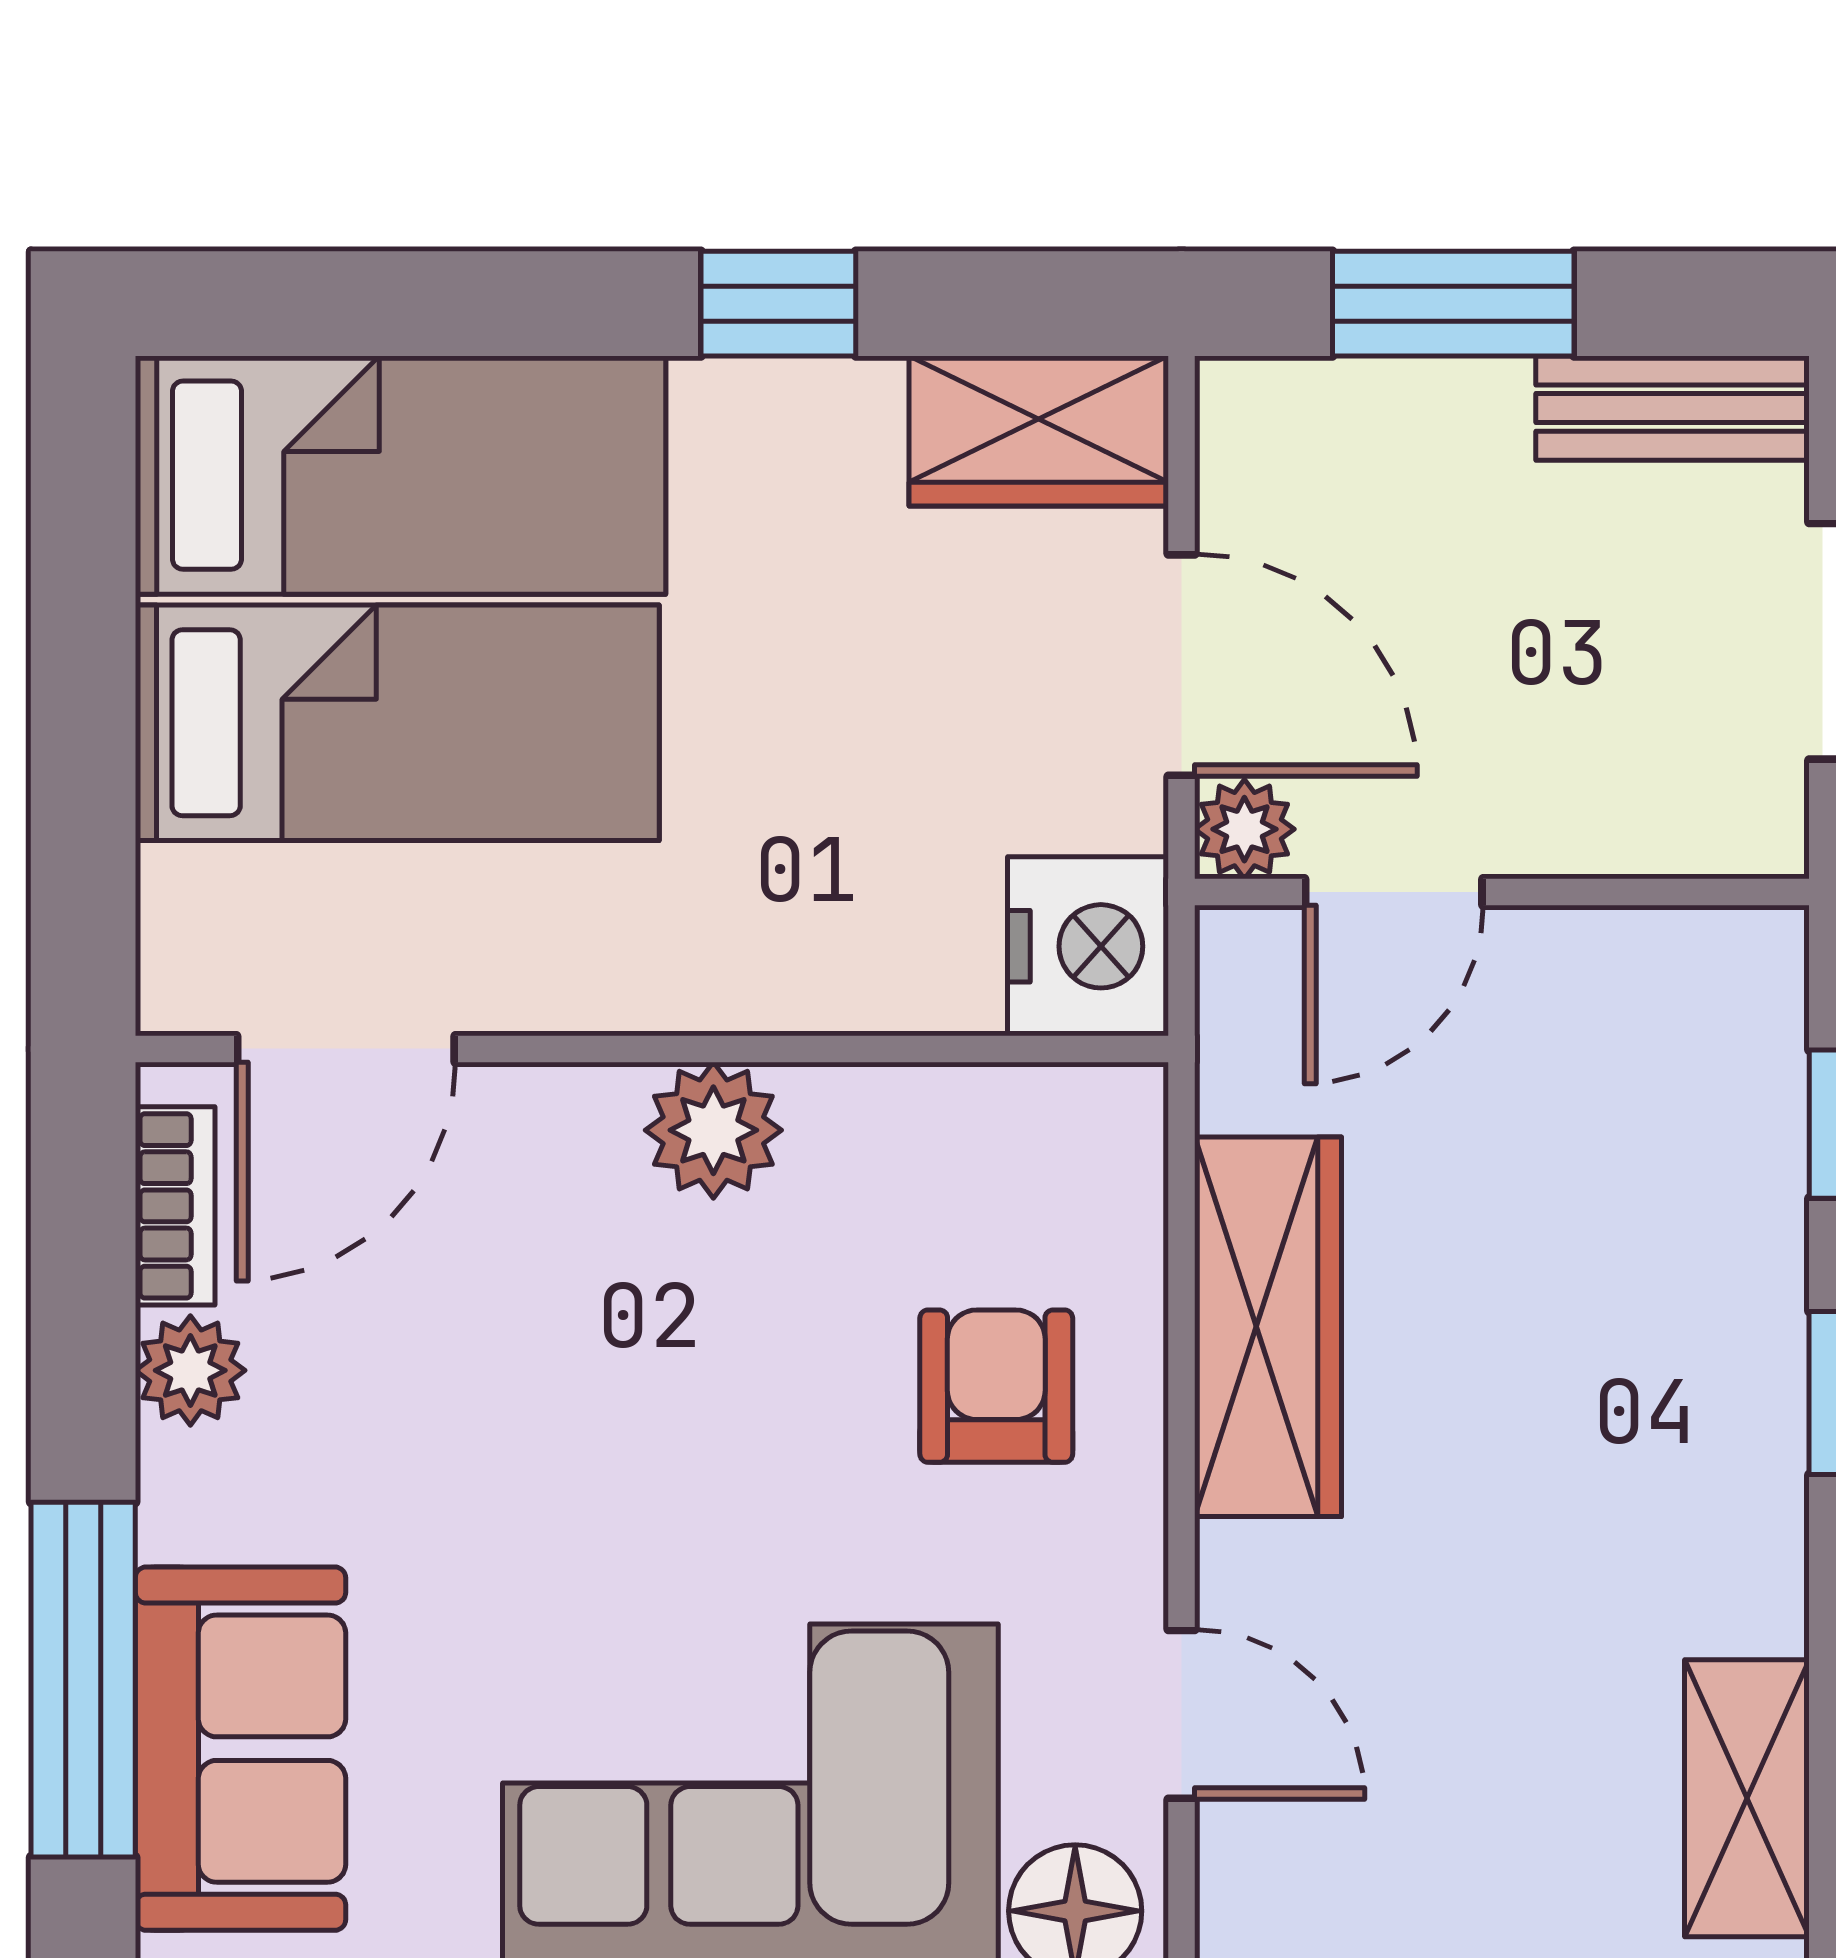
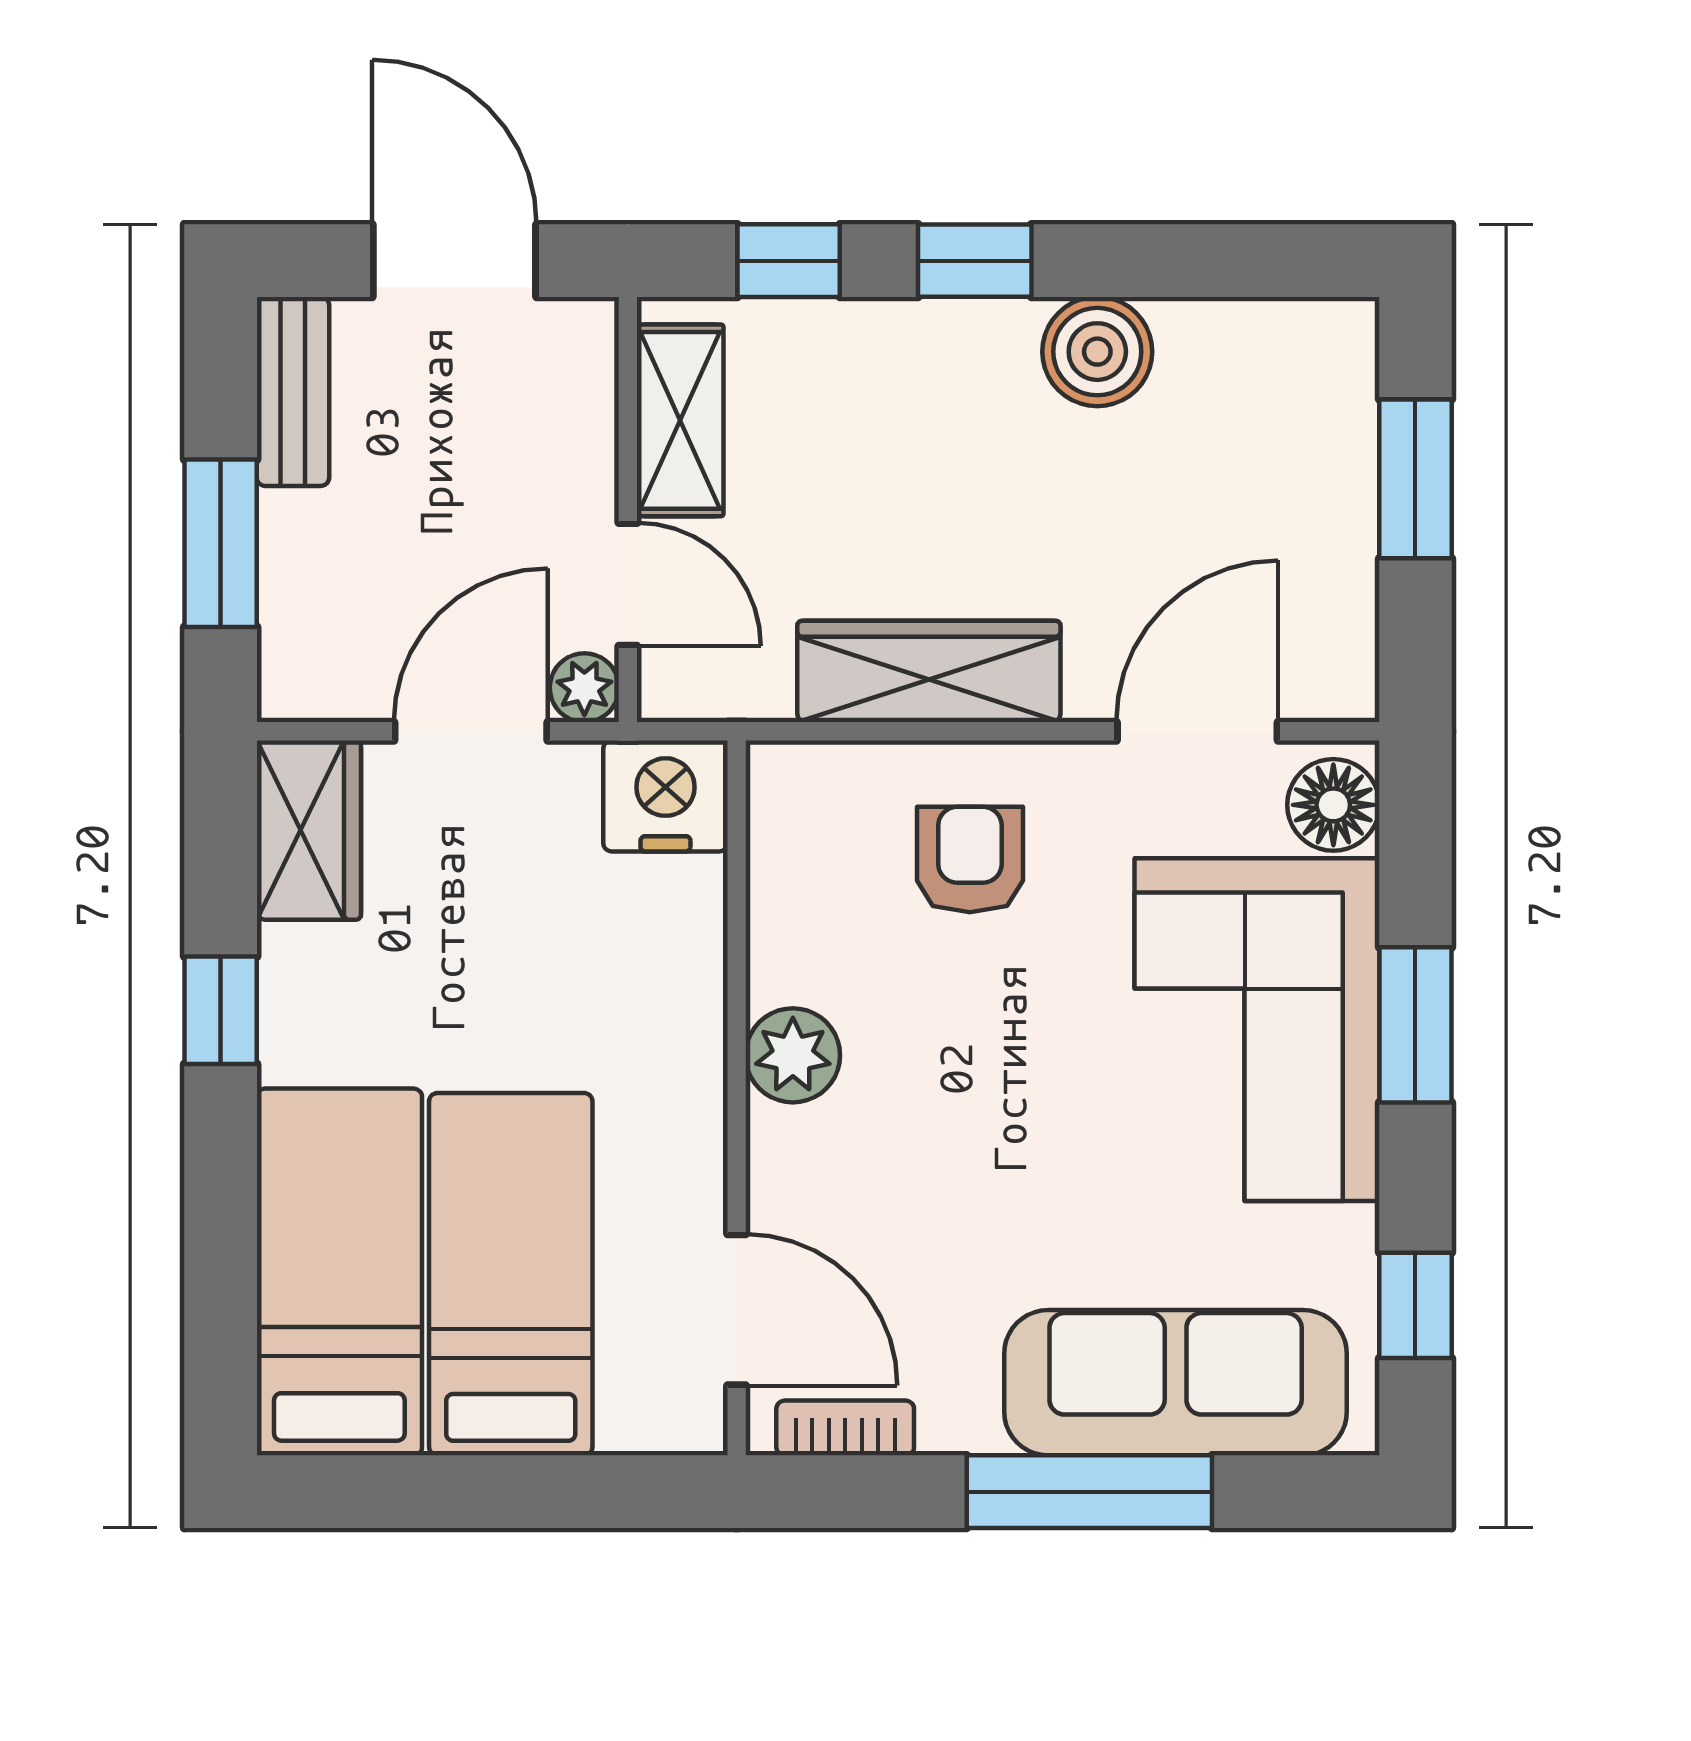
plant: (190, 1370) -> (959, 1417), removed
armchair: (996, 1386) -> (970, 860), turned 90
boiler: (1730, 1570) -> (1097, 352), added
window: (83, 1680) -> (1089, 1492), moved
door: (1182, 1714) -> (1197, 731), width x1.38
sofa: (241, 1749) -> (1176, 1383), width x1.36
shelving: (1747, 1798) -> (680, 420), moved, turned 90

